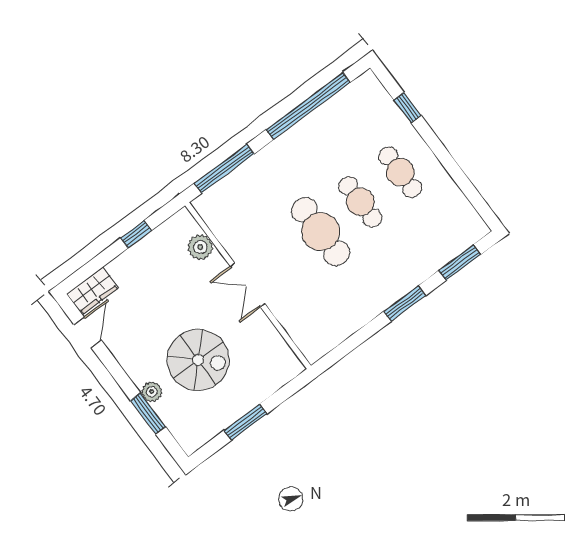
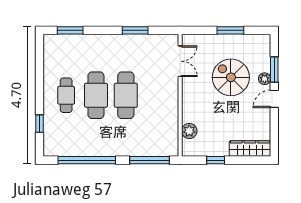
cafe table: (360, 202) -> (96, 95), width x1.37, depth x1.35
double door: (248, 285) -> (180, 61), moved
wardrobe: (93, 291) -> (250, 149), width x1.50
window: (405, 304) -> (135, 30), moved
door: (87, 332) -> (274, 99), moved

